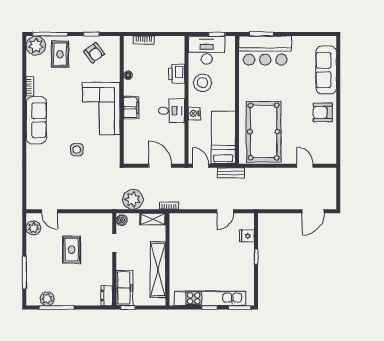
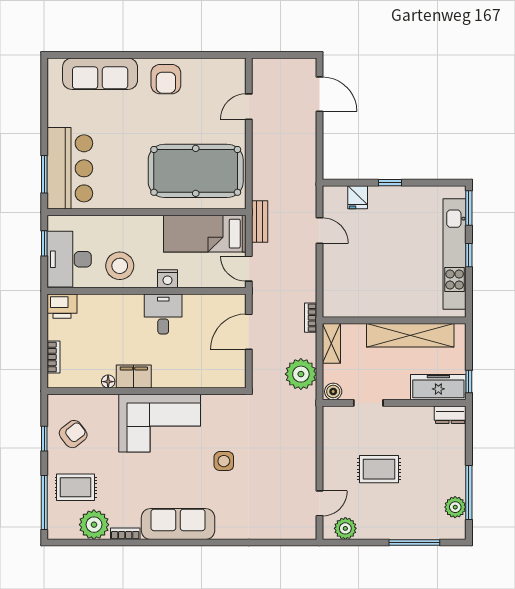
plant: (36, 46) -> (94, 525), moved
printer: (177, 74) -> (62, 306), moved
filing cabinet: (131, 108) -> (134, 377), moved
door: (201, 166) -> (249, 269), hinge flipped

